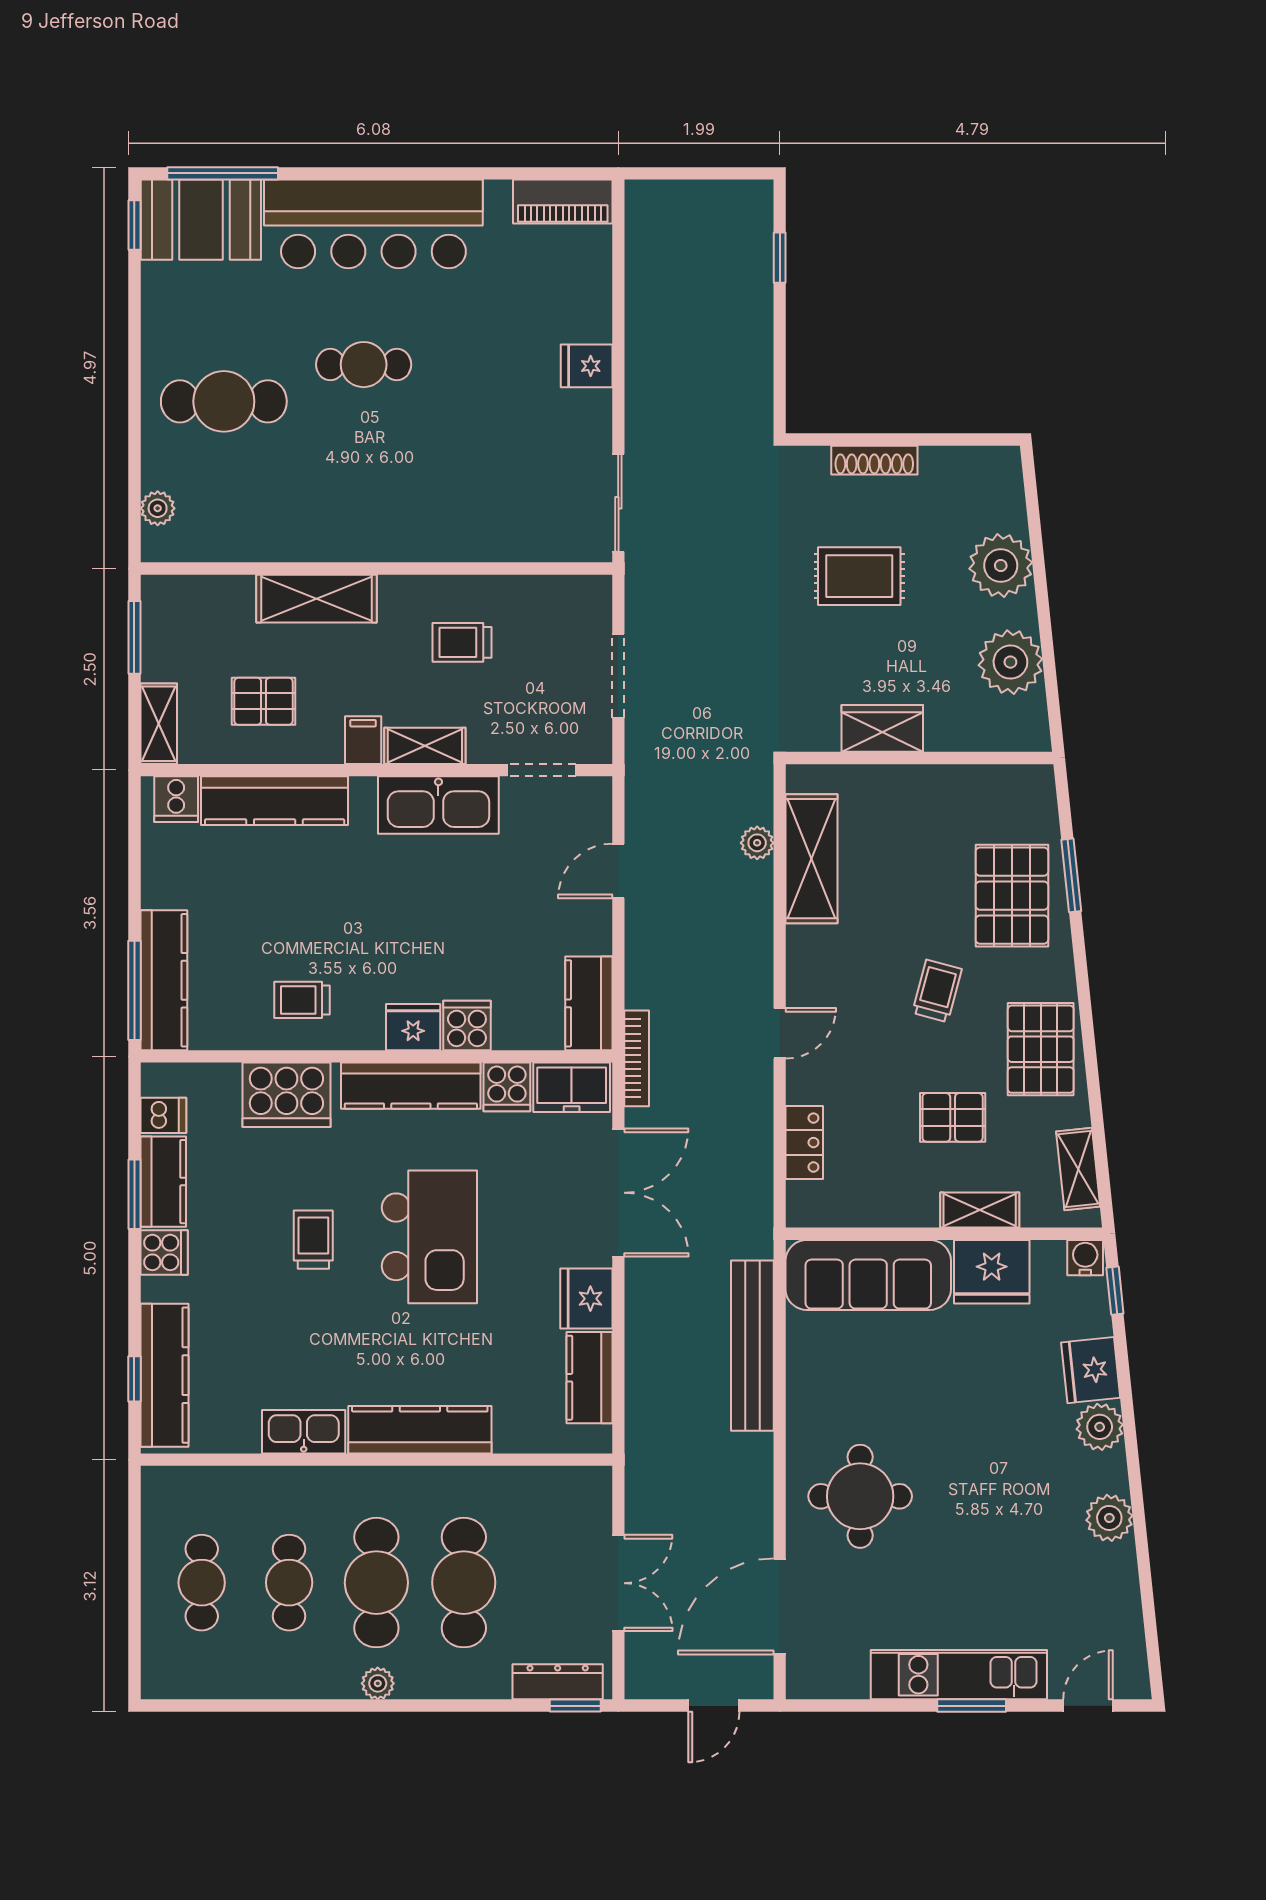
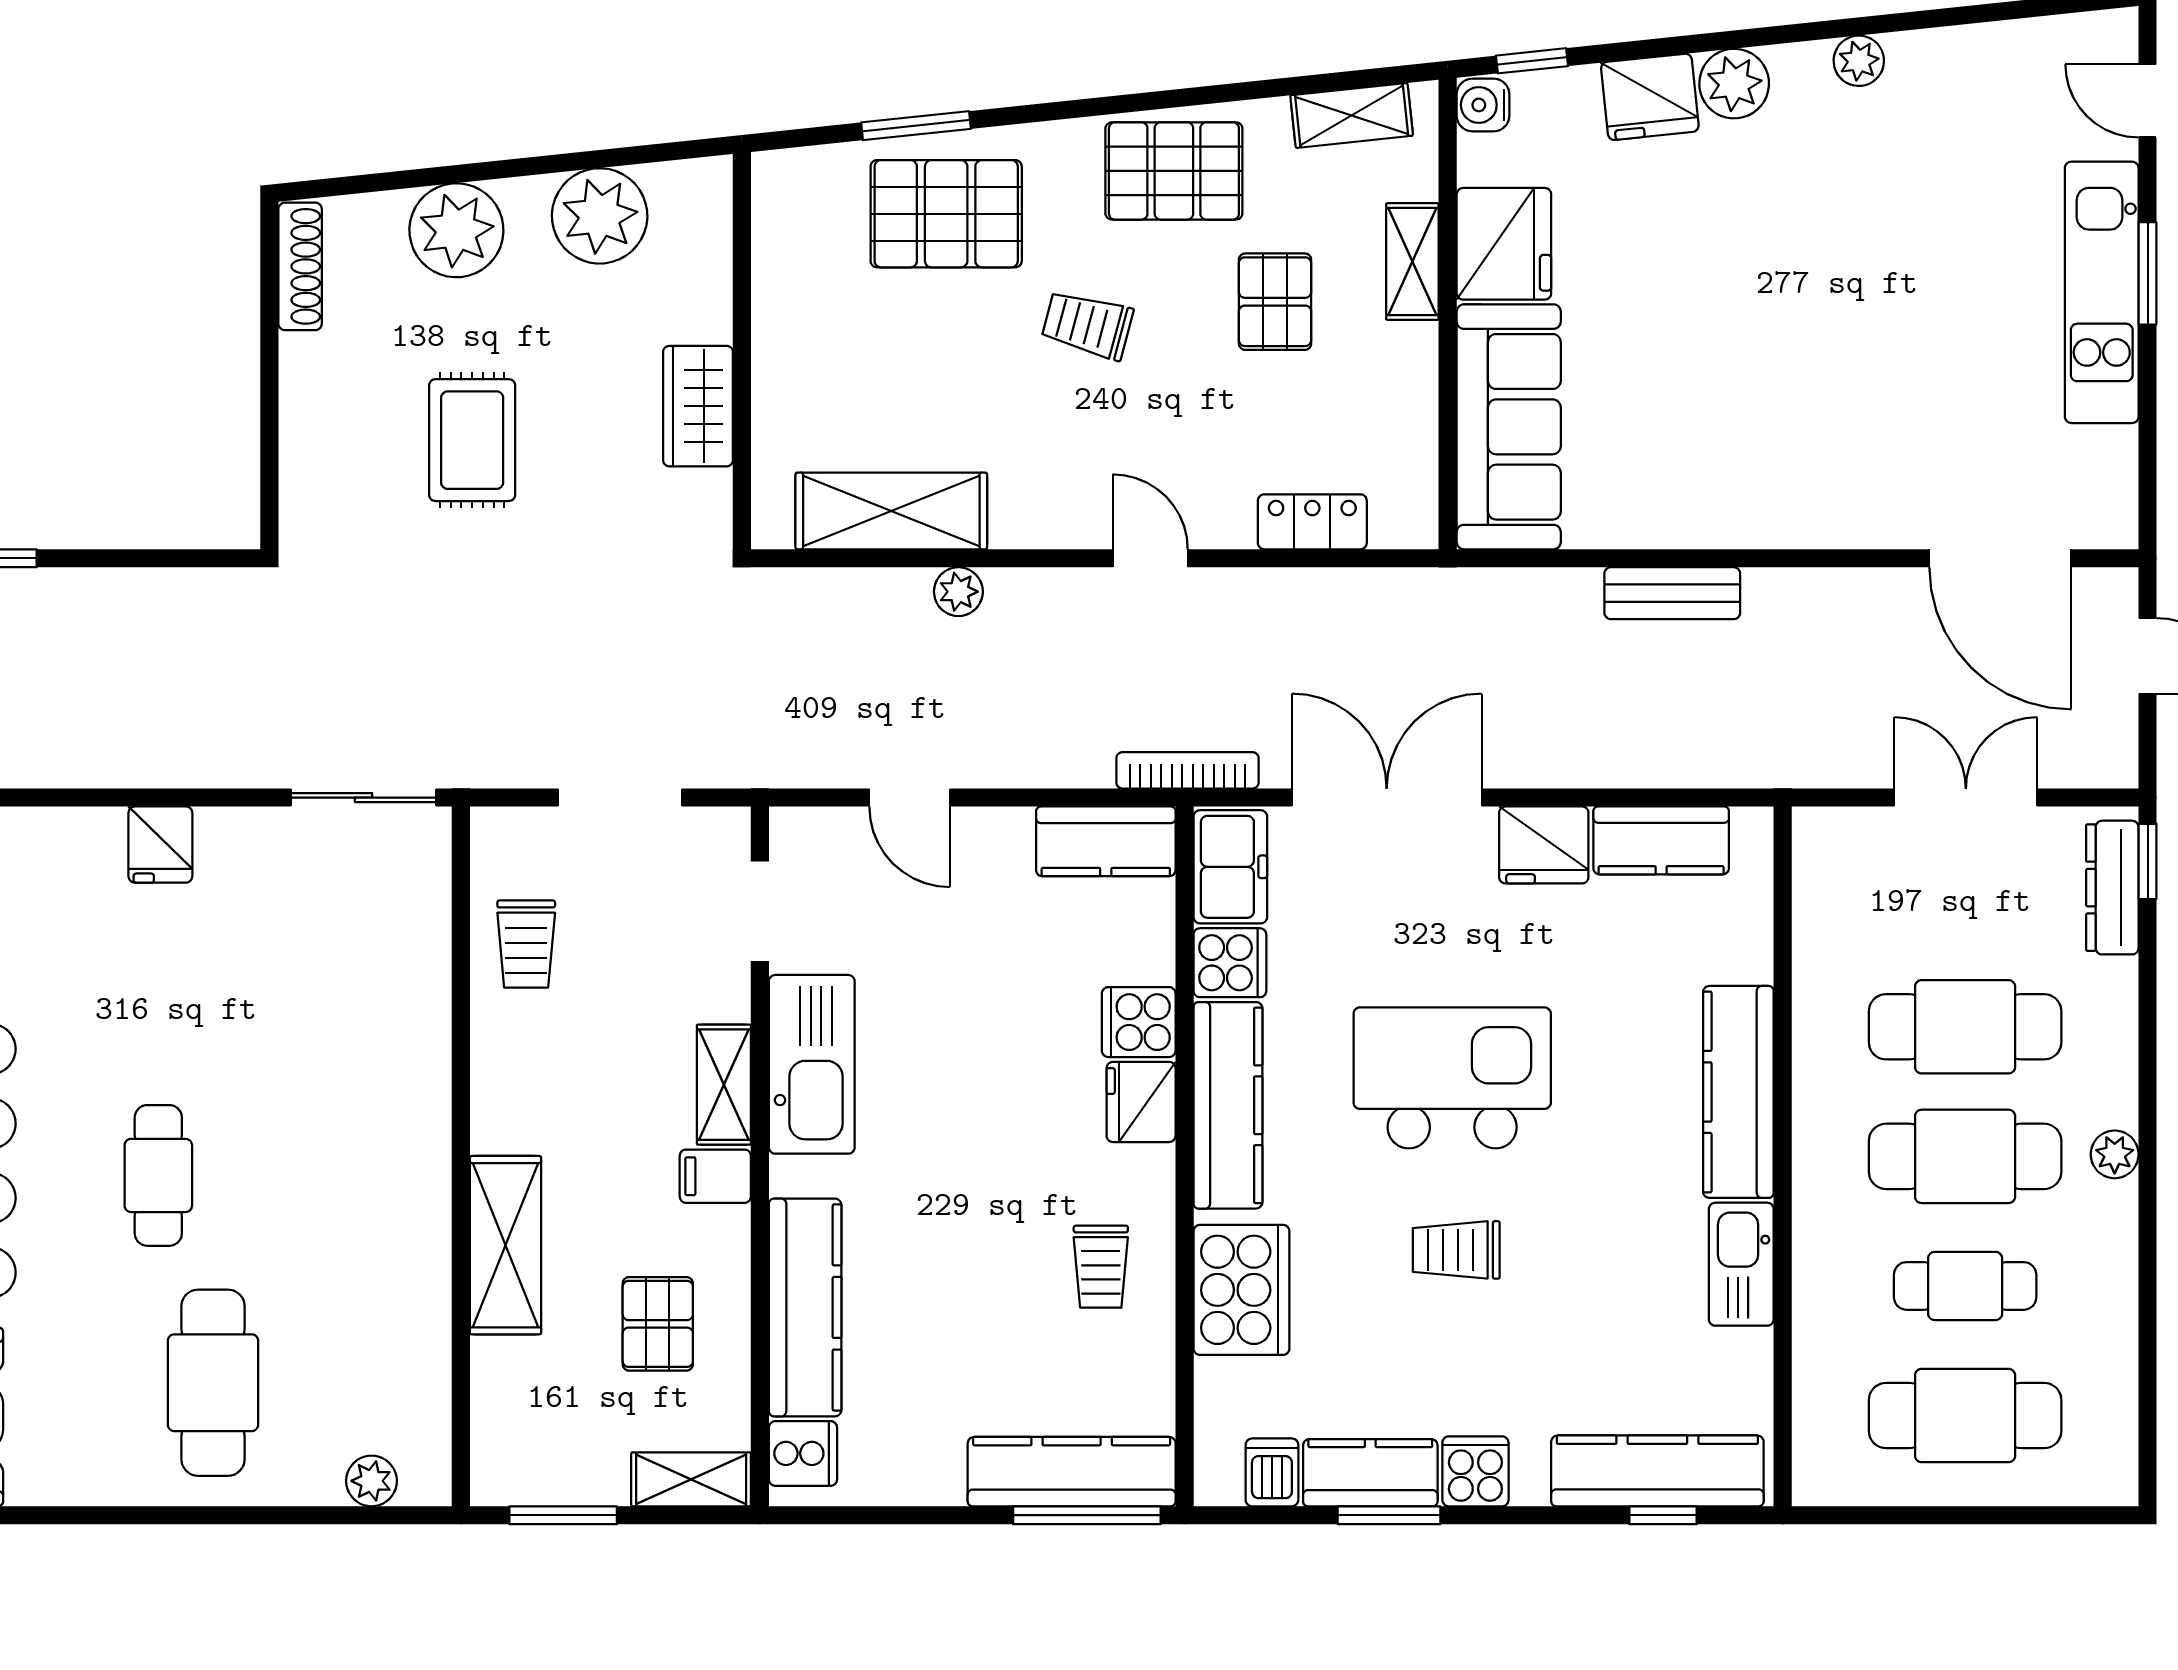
shoe rack: (874, 460) -> (300, 266), moved
trolley: (462, 642) -> (526, 944), moved
plant: (757, 843) -> (958, 592), moved
bench: (752, 1346) -> (1672, 593), width x0.54, depth x0.82
round table: (860, 1496) -> (1837, 439), removed
plant: (1109, 1518) -> (1859, 61), width x0.73, depth x0.73
cafe table: (202, 1583) -> (1965, 1416), width x1.37, depth x1.35

